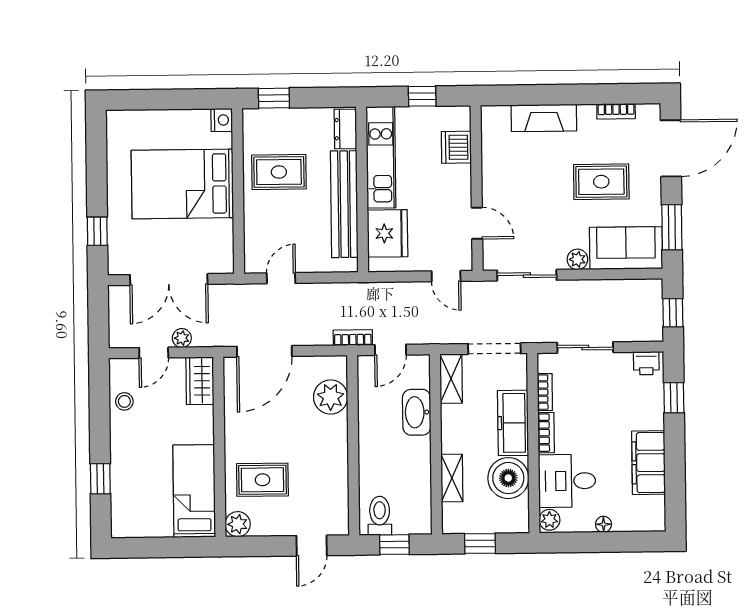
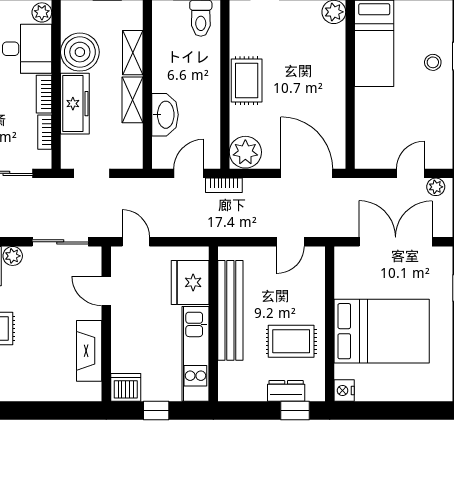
fireplace: (544, 118) -> (89, 351), moved, turned -90
dresser: (345, 129) -> (286, 391), moved, turned -90
dishwasher: (456, 147) -> (126, 387), moved, turned -90
plant: (182, 338) -> (436, 187), moved
doorway: (494, 349) -> (91, 173), width x0.73
door: (264, 351) -> (307, 173), hinge flipped
shelving: (451, 379) -> (132, 100), moved
wardrobe: (200, 381) -> (368, 147), removed
plant: (331, 397) -> (245, 152), moved
stool: (124, 401) -> (433, 62), moved
rug: (262, 480) -> (247, 81), moved, turned 90

